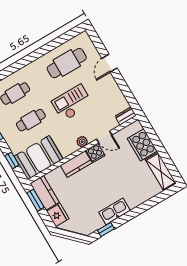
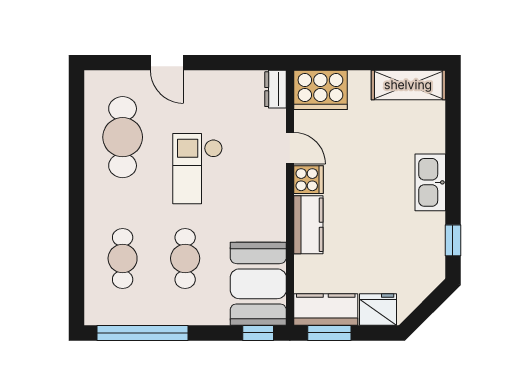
door: (104, 137) -> (290, 148), hinge flipped
plant: (82, 142) -> (275, 191), removed
cooker: (142, 145) -> (320, 90), moved
window: (12, 160) -> (258, 333), moved
kitchen sink: (115, 211) -> (430, 182), moved

